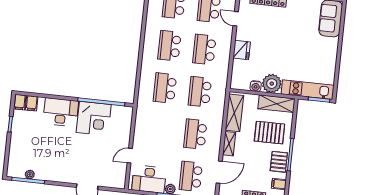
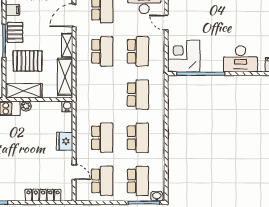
plant: (272, 84) -> (26, 106), width x0.53, depth x0.53
water cooler: (256, 86) -> (67, 106), moved
school desk: (200, 92) -> (138, 51), moved
corner desk: (94, 119) -> (184, 56), moved
door: (130, 156) -> (166, 22), swing flipped

